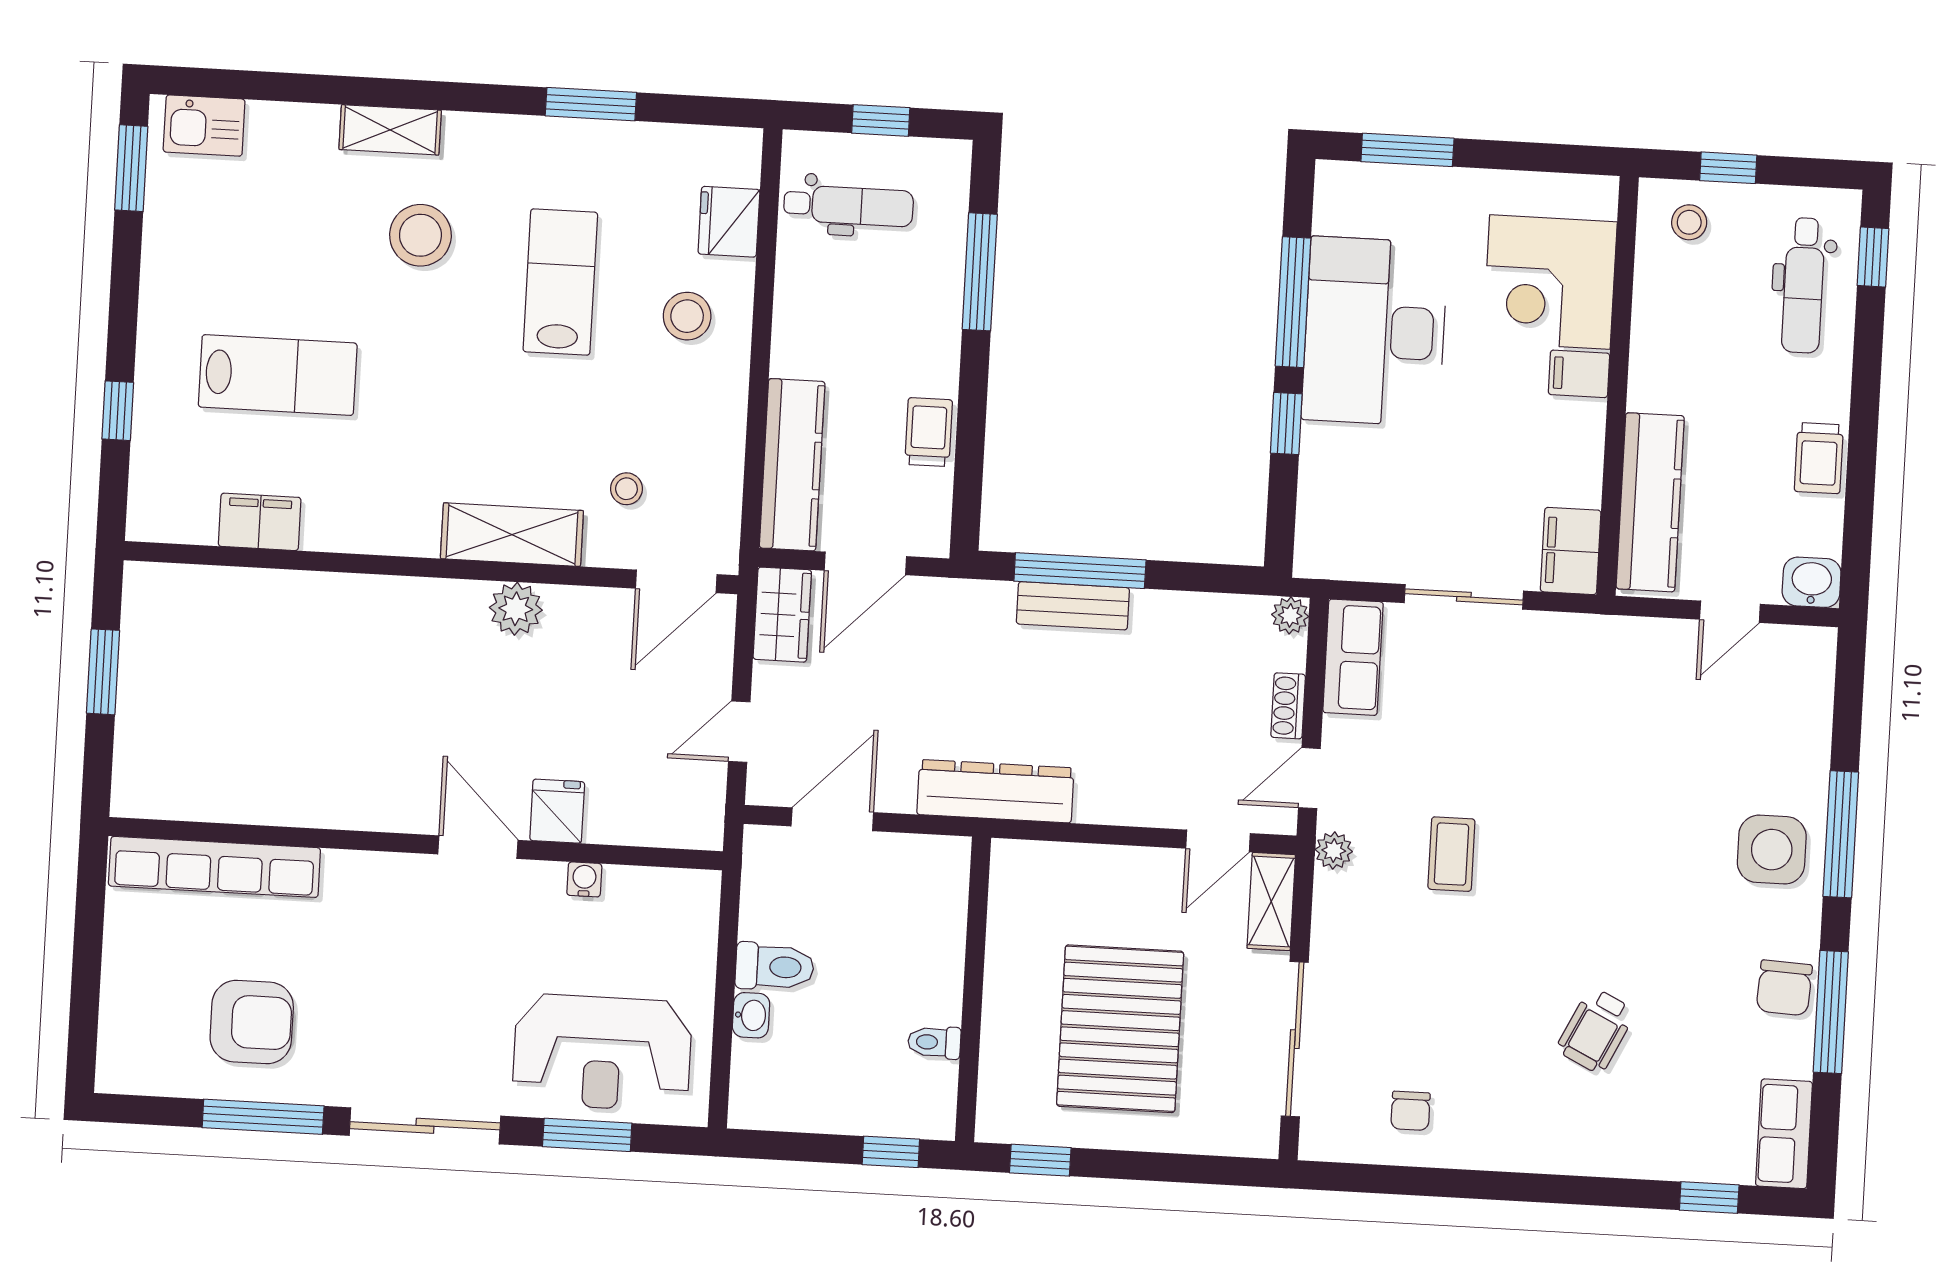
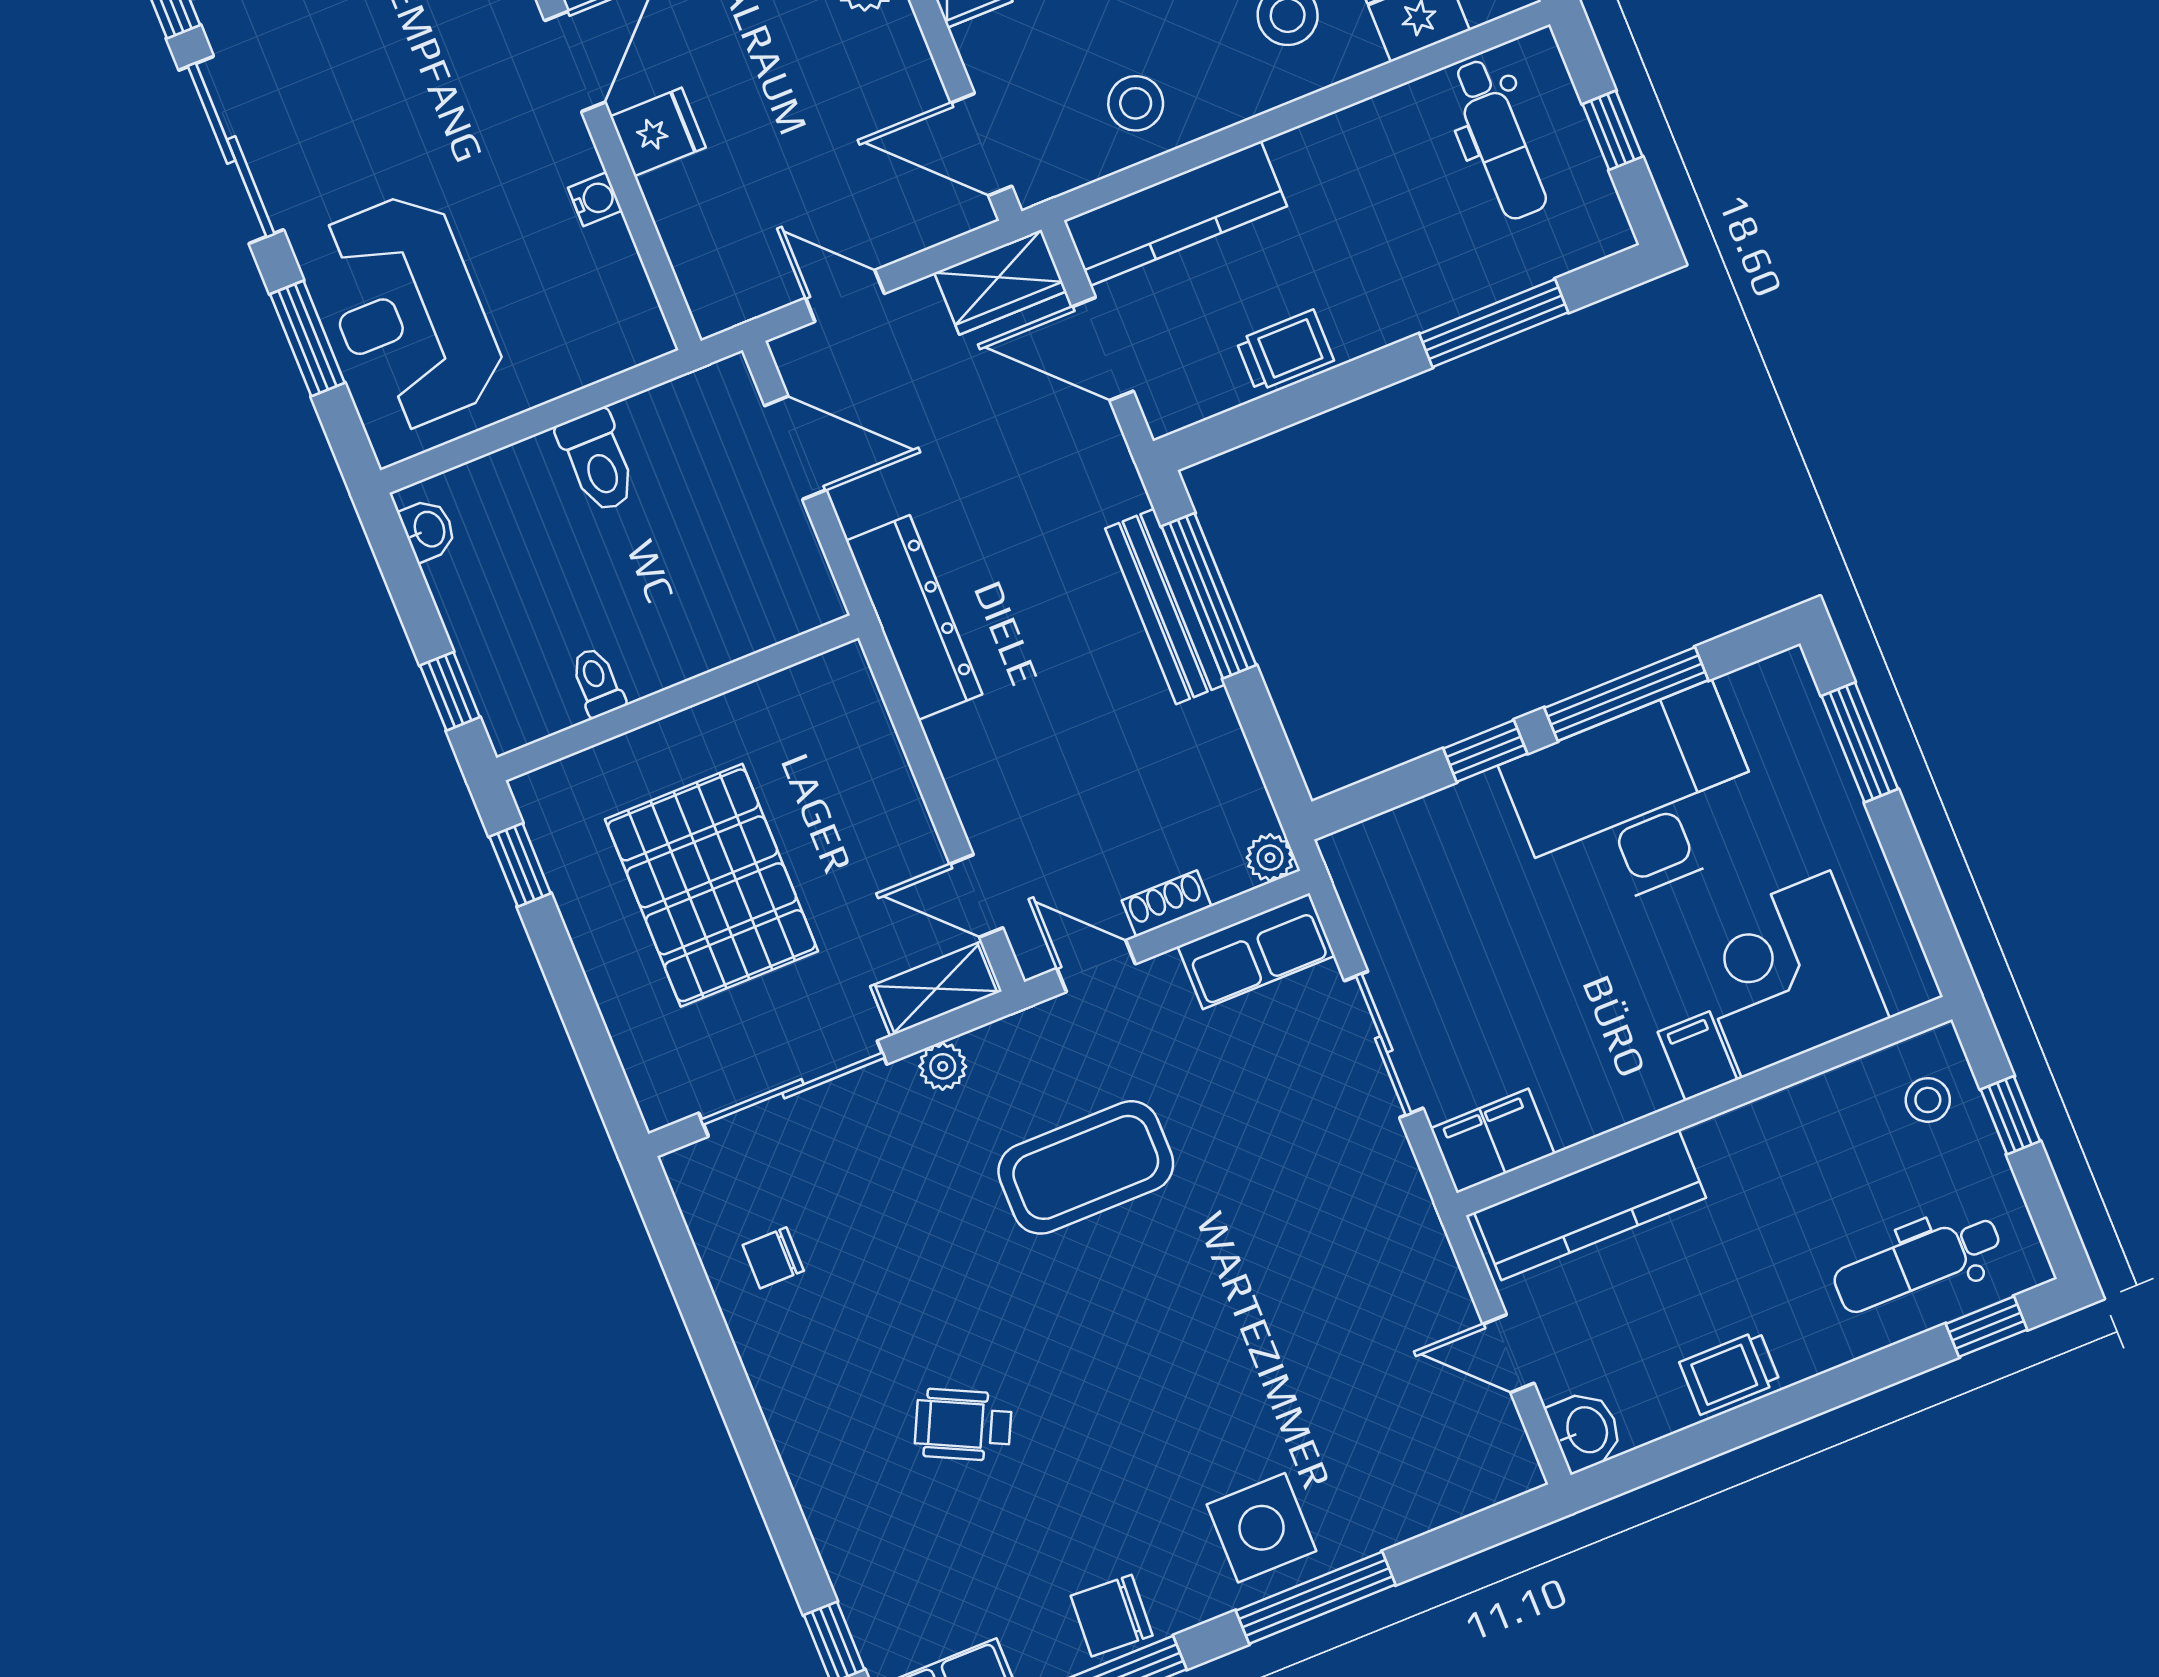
stool: (626, 489) -> (1136, 103), moved, width x1.37, depth x1.37
bench: (1073, 606) -> (1165, 607), width x1.36
plant: (1334, 851) -> (943, 1066), moved
coffee table: (1451, 854) -> (1086, 1167), width x1.86, depth x1.72
washbasin: (751, 1015) -> (428, 530), moved, turned -90
pallet: (1120, 1029) -> (712, 885), turned 90

